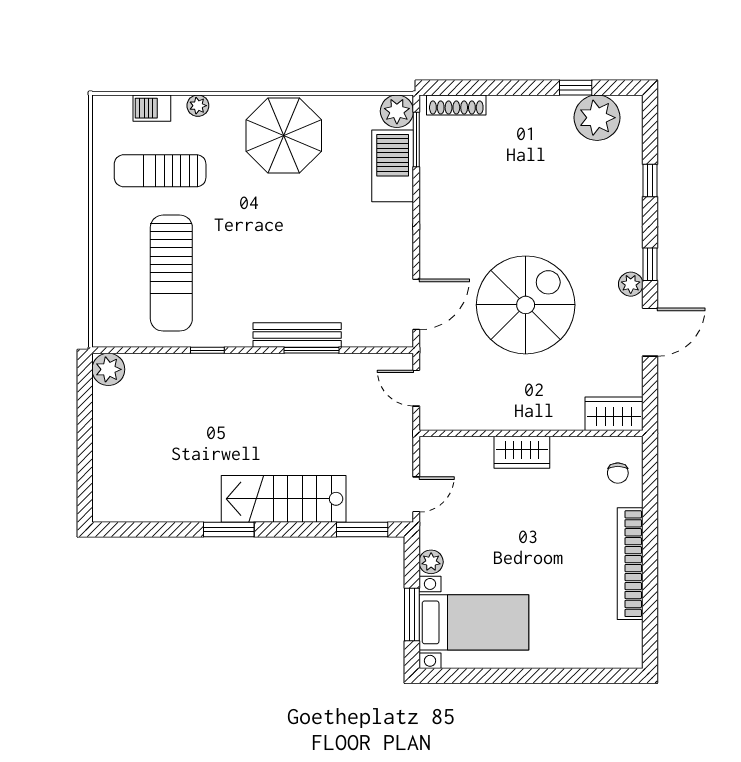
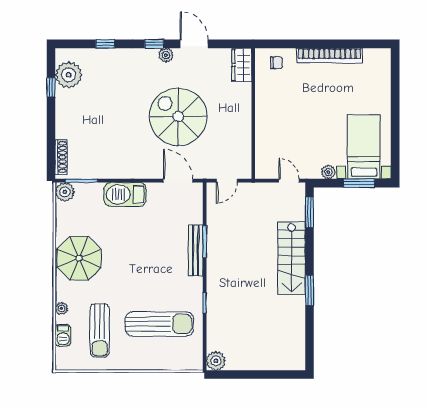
barbecue: (393, 166) -> (125, 194), moved
wardrobe: (522, 452) -> (264, 119), removed

